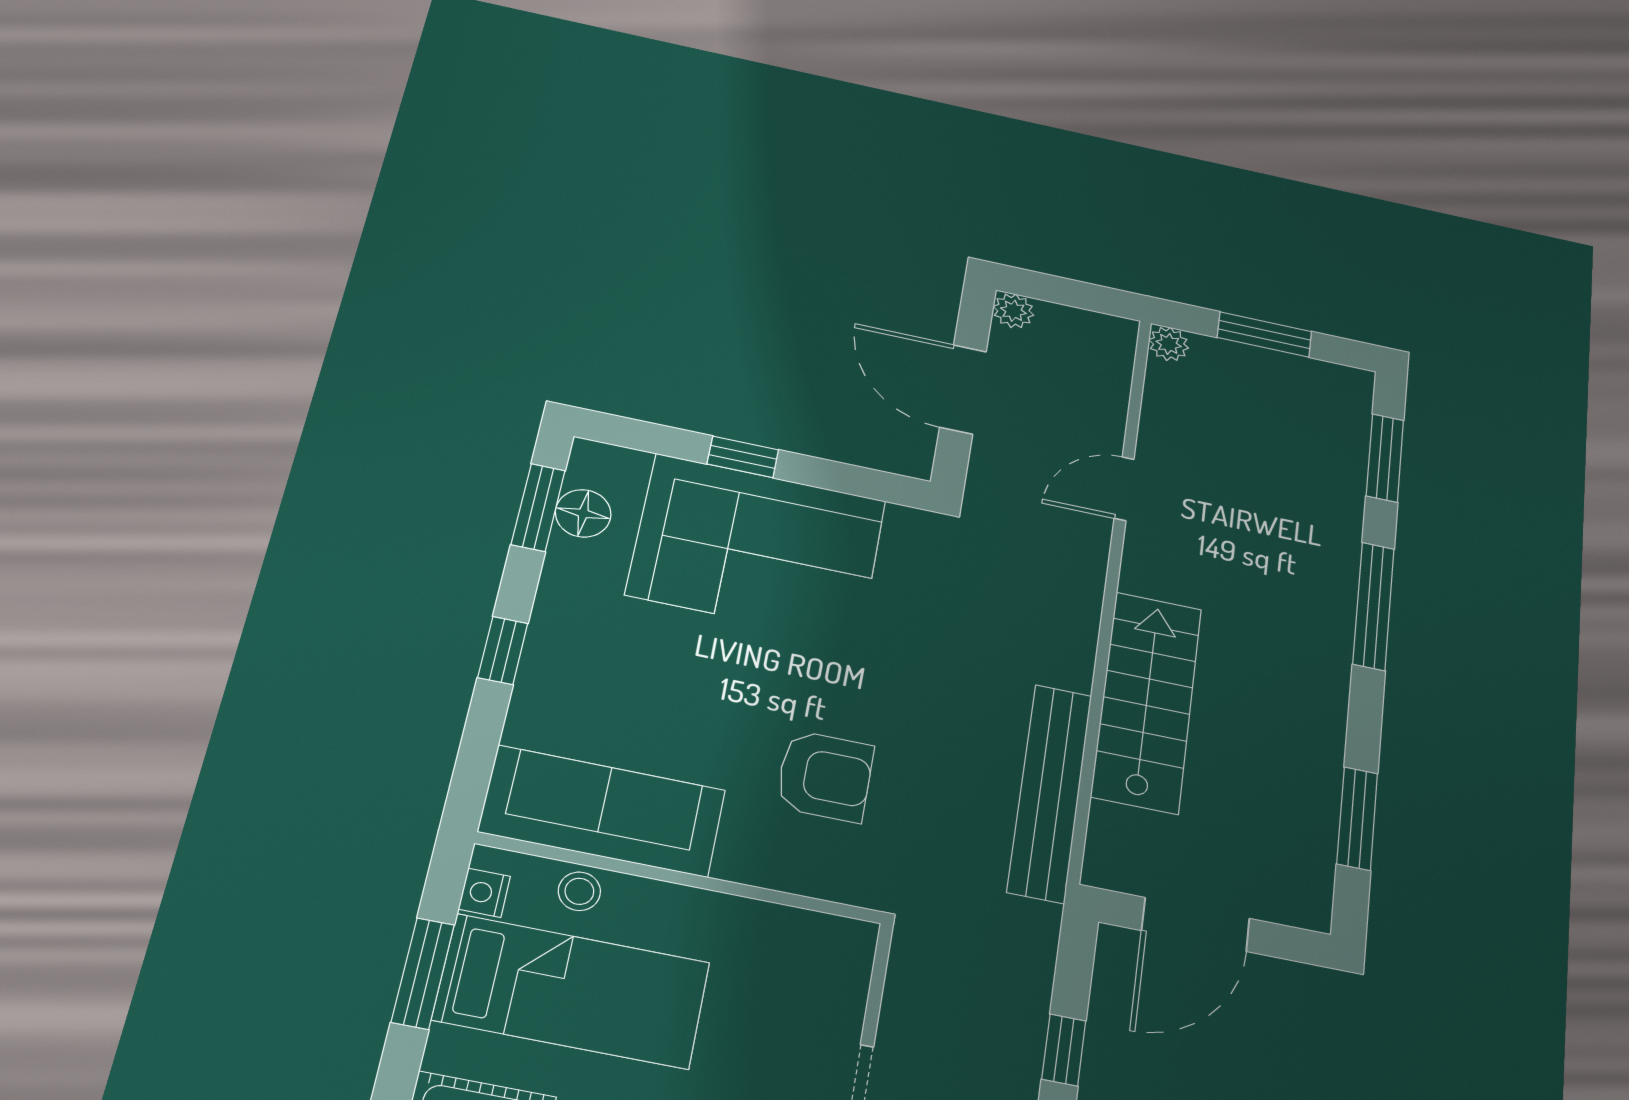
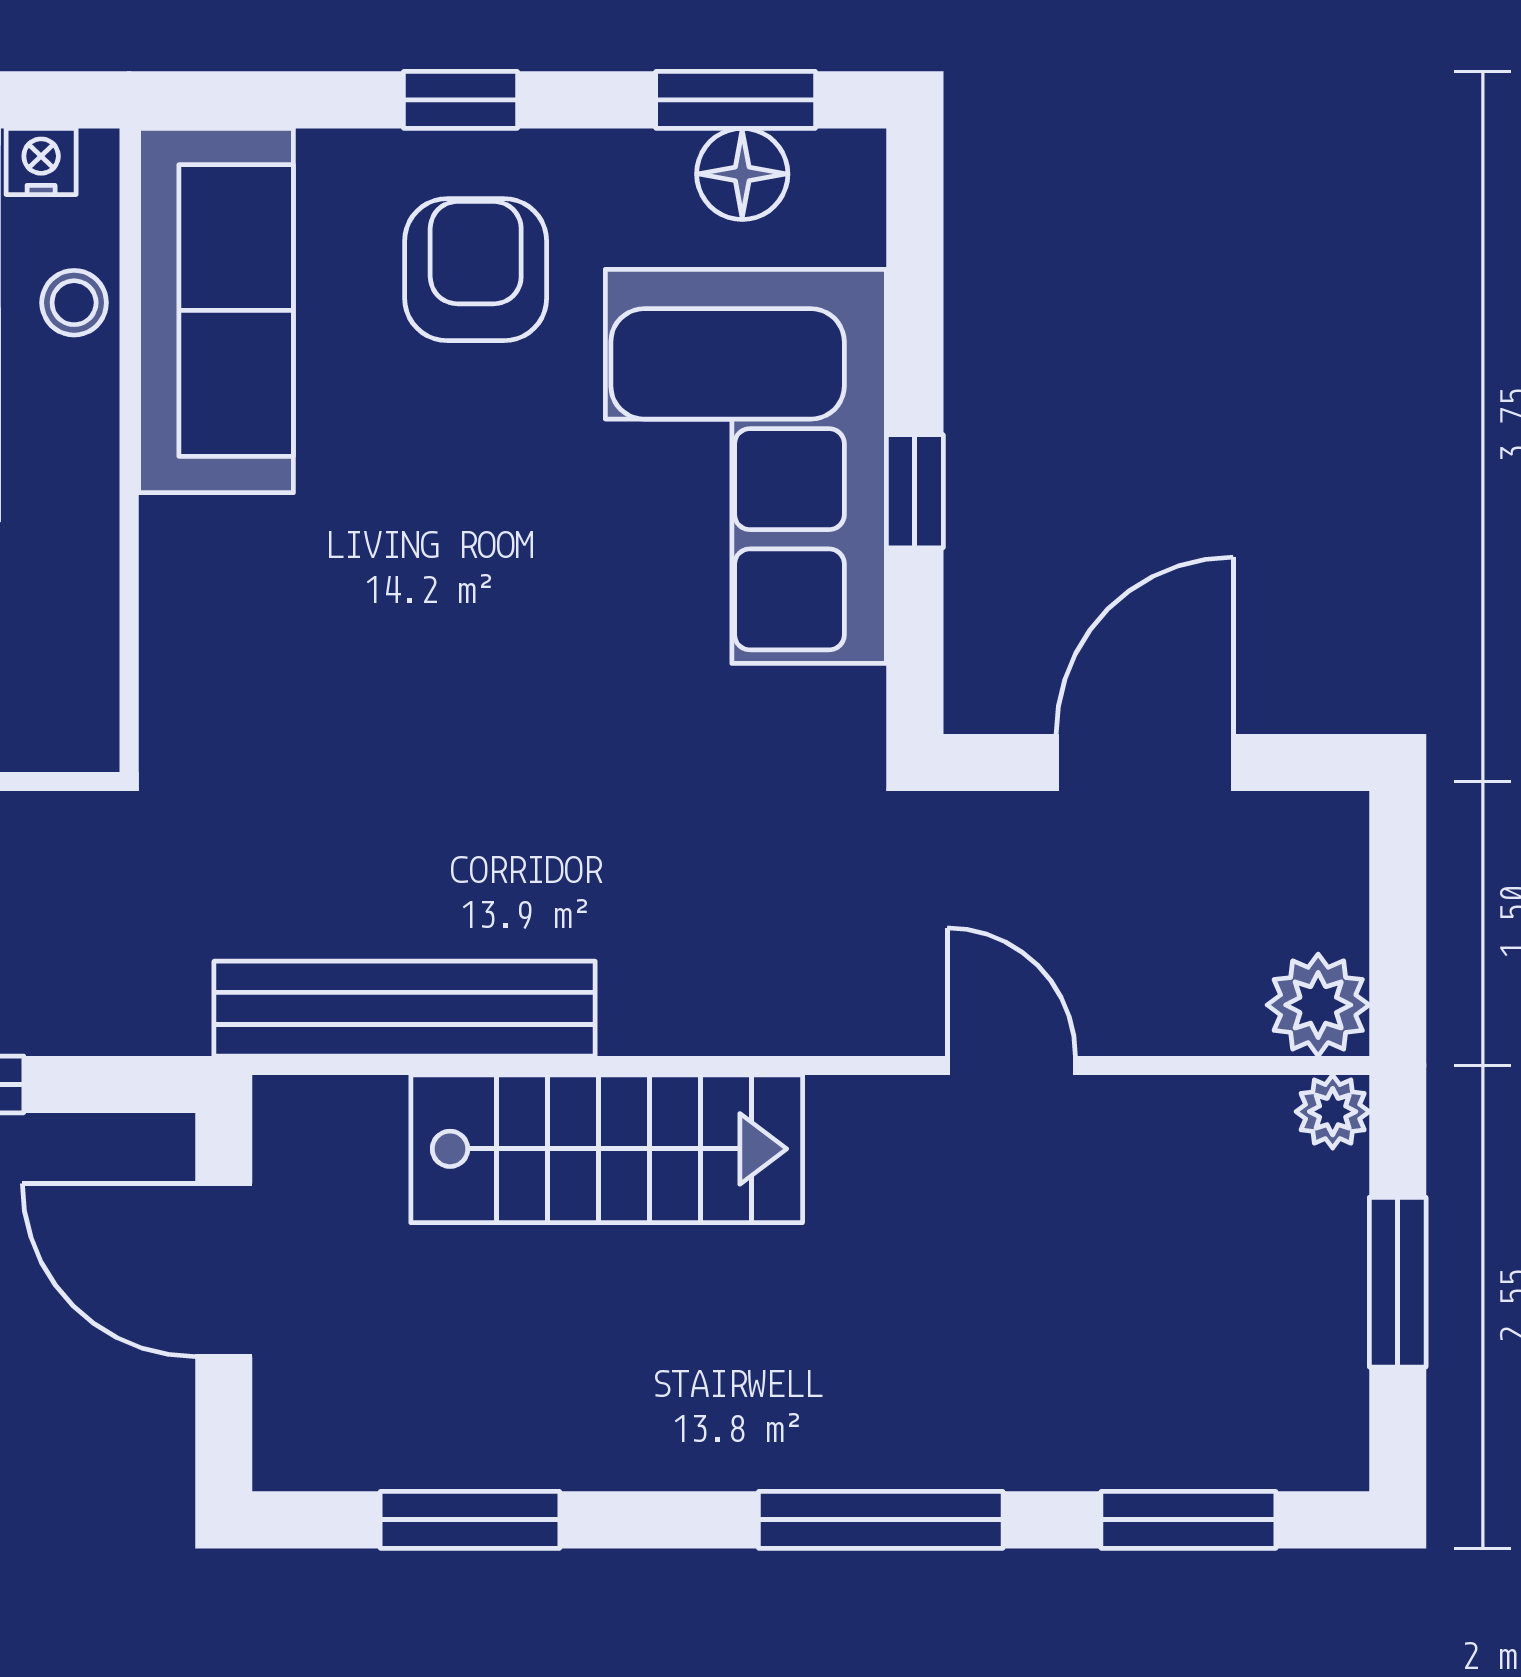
plant: (1013, 311) -> (1318, 1005), moved, width x1.38, depth x1.38
window: (743, 457) -> (915, 491), moved
armchair: (825, 776) -> (476, 270), moved, turned 180

